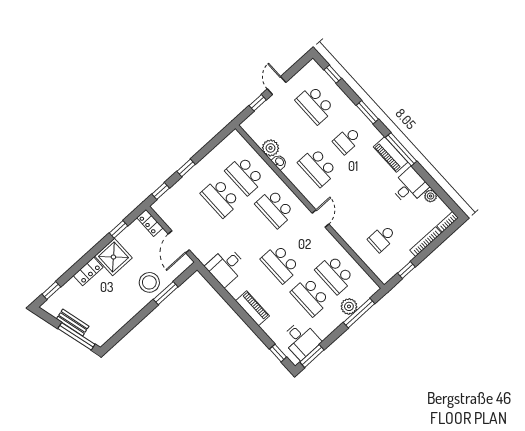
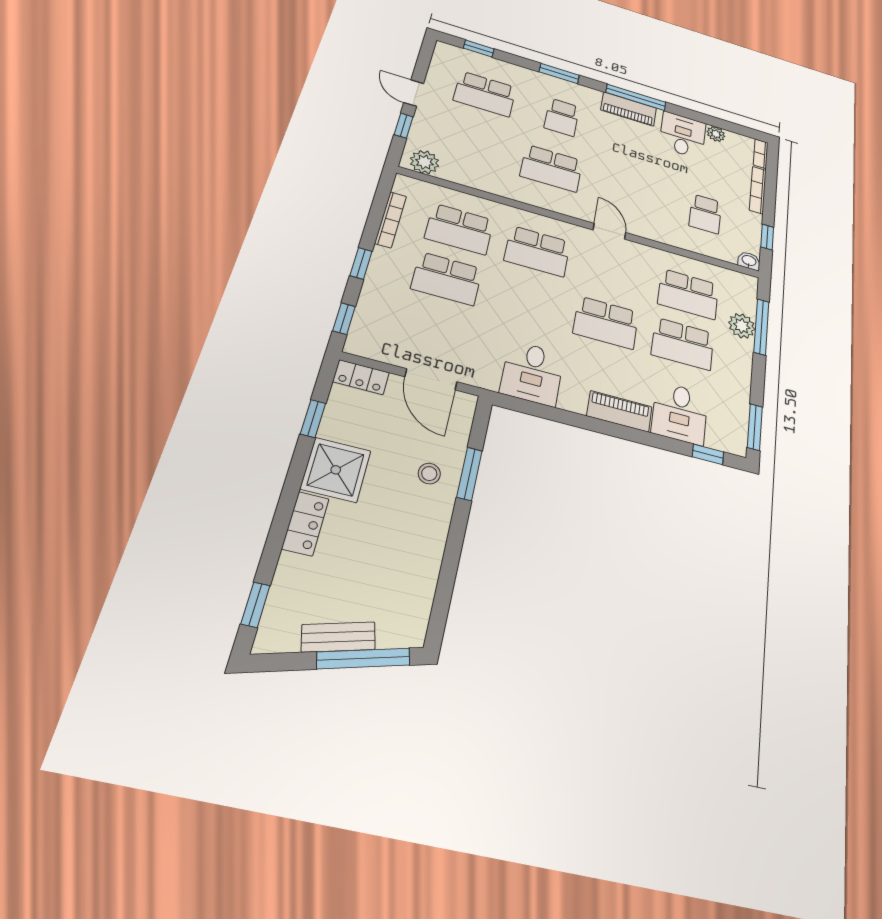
plant: (270, 148) -> (425, 162), moved
bookcase: (215, 153) -> (391, 220), added
washbasin: (279, 162) -> (749, 261), moved
stool: (149, 282) -> (429, 474), width x0.53, depth x0.53
desk: (301, 340) -> (680, 413), moved, turned 90

